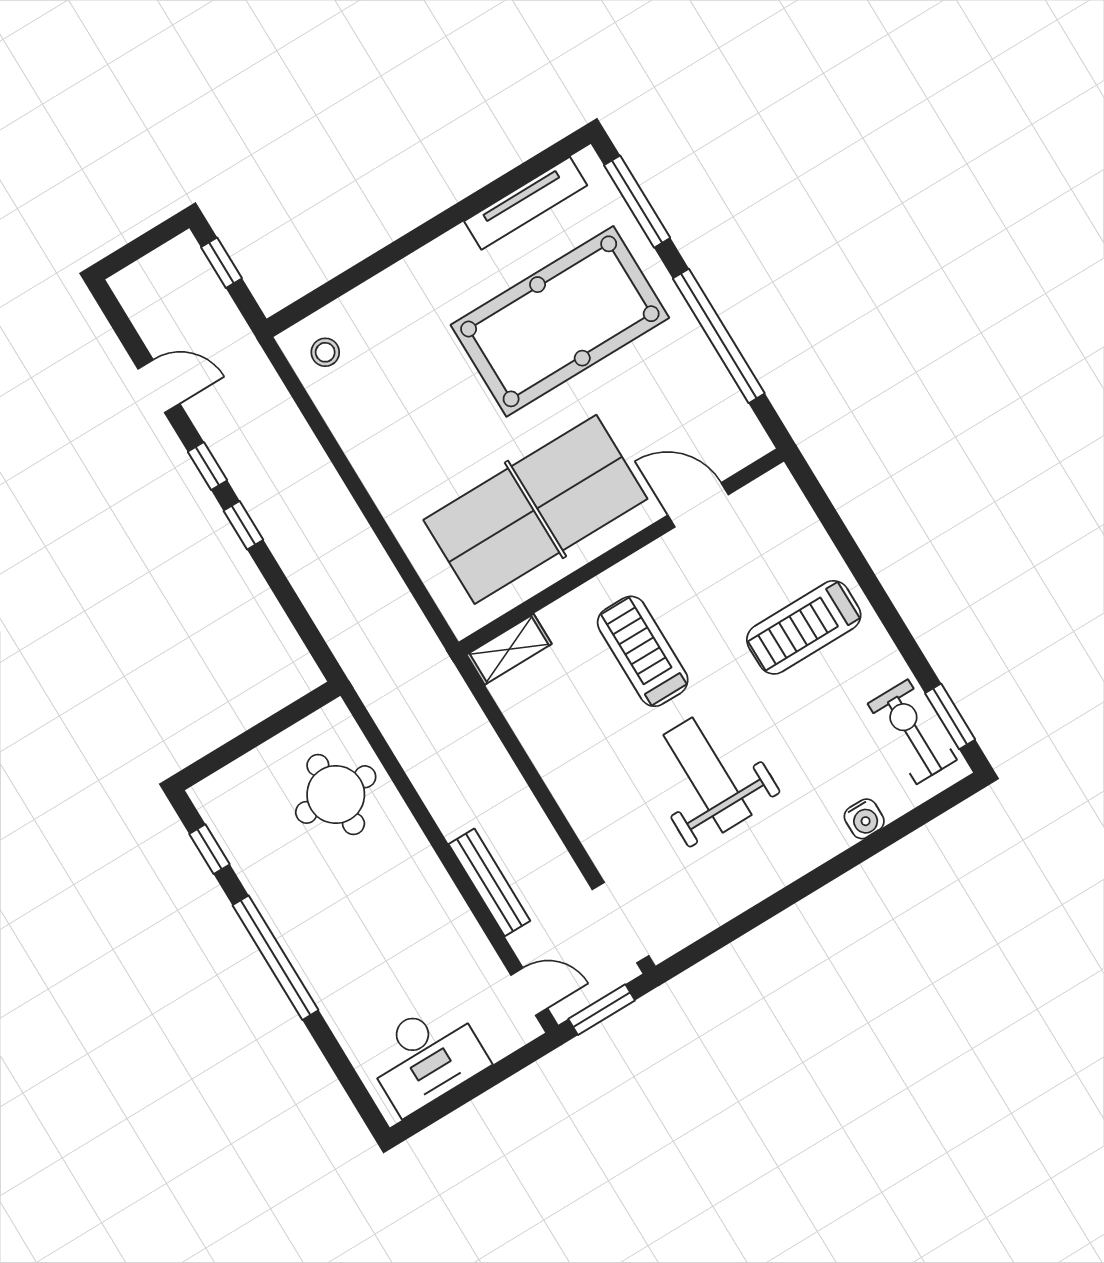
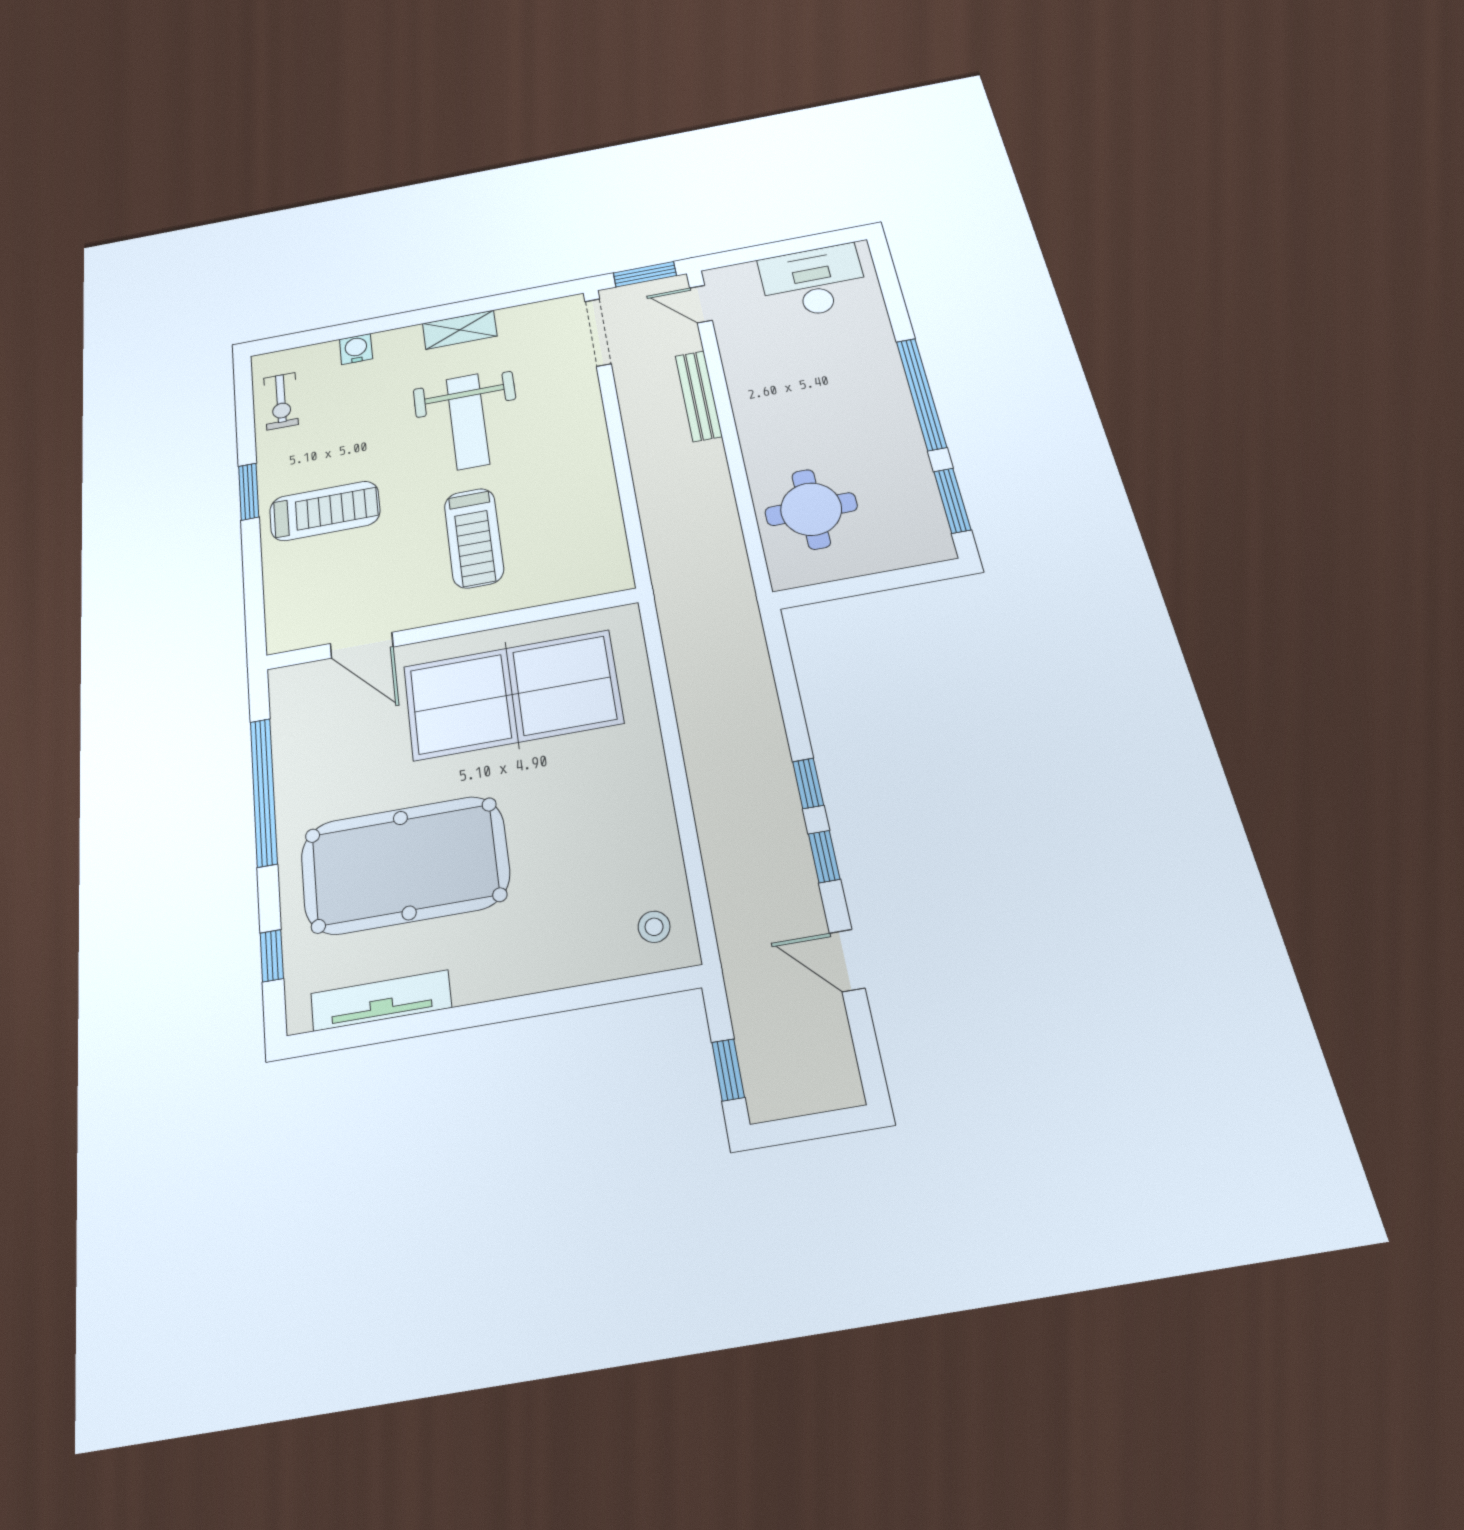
window: (637, 202) -> (272, 956), width x0.46
shelving: (509, 649) -> (460, 330), moved
window: (950, 716) -> (249, 492), moved
exercise bike: (912, 732) -> (281, 401), width x0.73, depth x0.72
window: (210, 849) -> (952, 501), width x1.50

